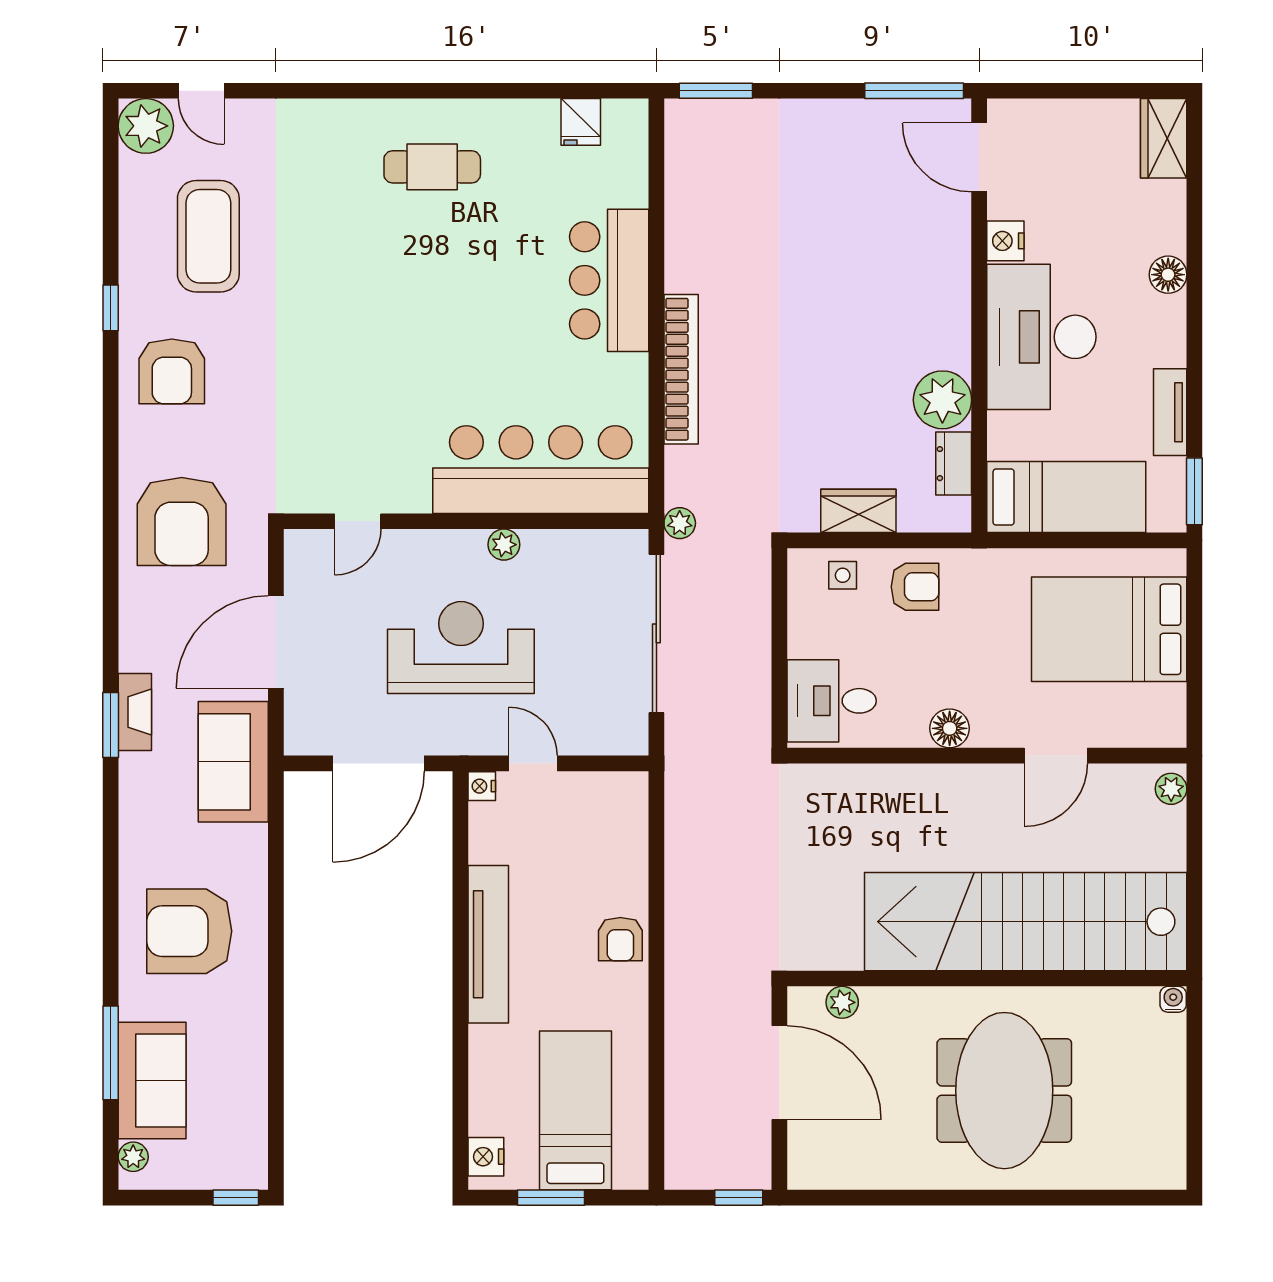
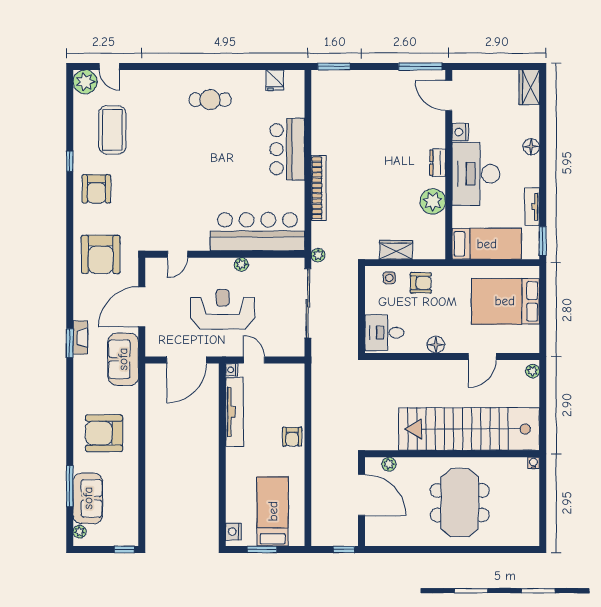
dresser: (954, 464) -> (438, 163), moved
tv unit: (488, 944) -> (235, 412), moved

